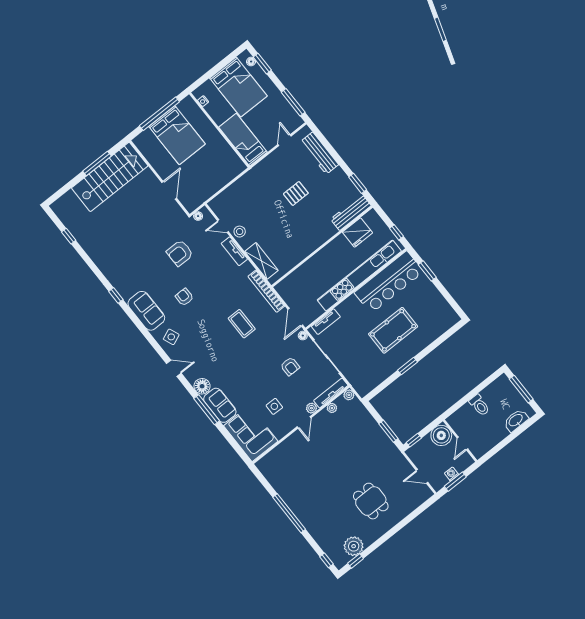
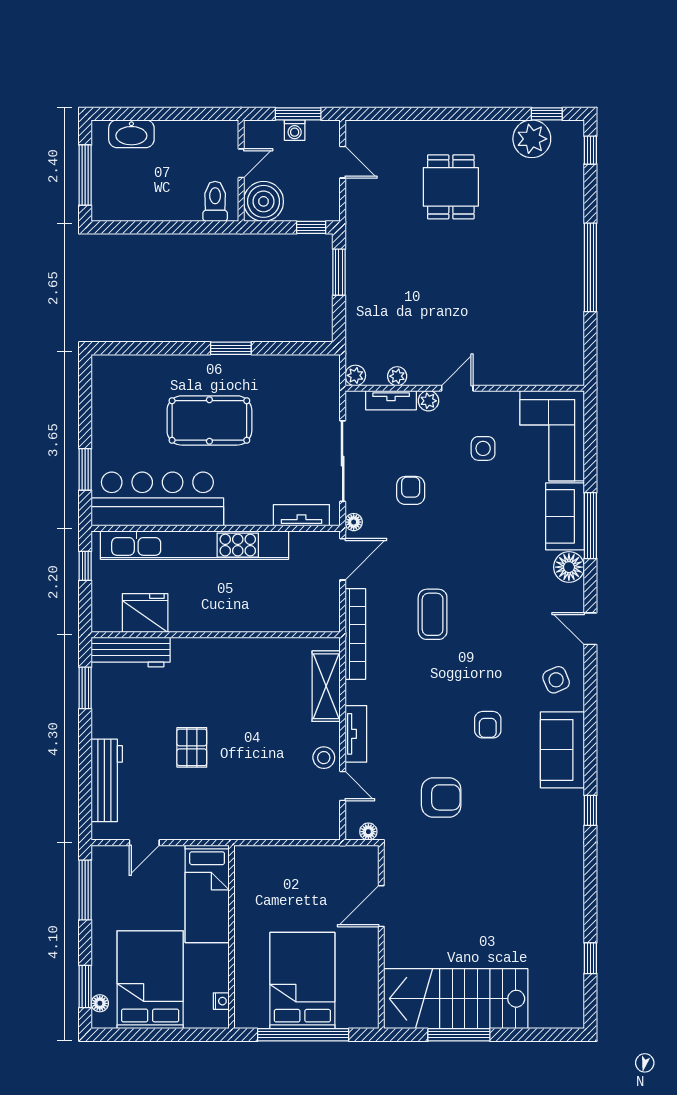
pallet: (296, 194) -> (192, 747), turned 90
tv unit: (331, 393) -> (391, 400), width x0.71
toilet: (479, 405) -> (215, 201), moved

